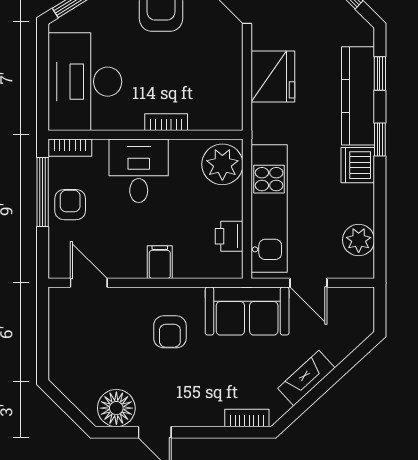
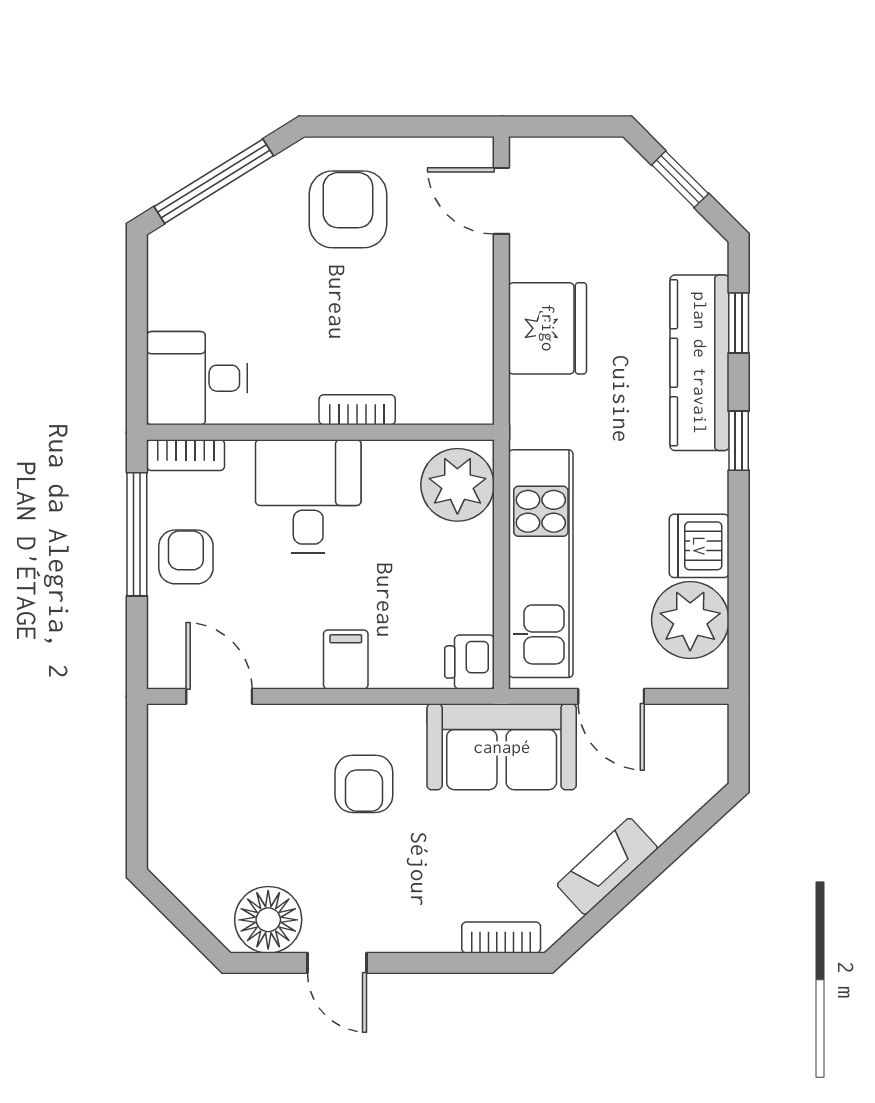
desk: (85, 82) -> (197, 378), width x0.53, depth x0.77
dishwasher: (358, 165) -> (699, 546), moved
printer: (229, 236) -> (469, 662), moved
plant: (359, 240) -> (690, 620), width x1.36, depth x1.36

